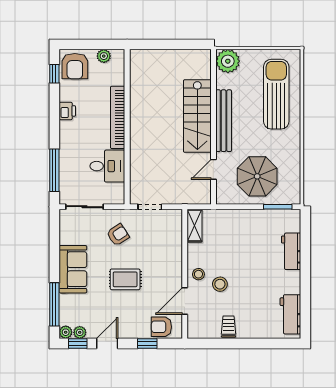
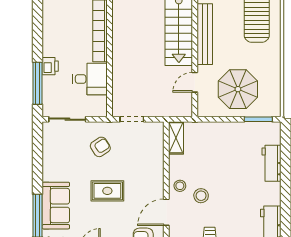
printer: (67, 111) -> (50, 66), moved
sofa: (73, 269) -> (56, 206), moved

